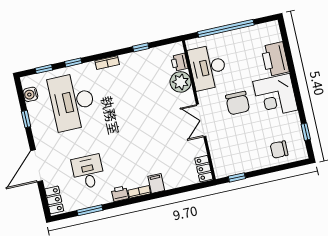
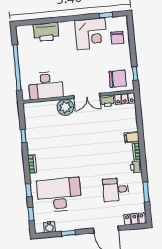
printer: (179, 62) -> (107, 101), moved
plant: (181, 82) -> (65, 107), moved
corner desk: (275, 96) -> (91, 34), moved
desk: (72, 102) -> (59, 195), turned 180
chair: (238, 103) -> (118, 79), moved

